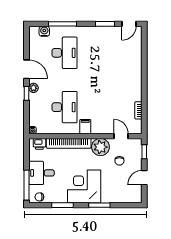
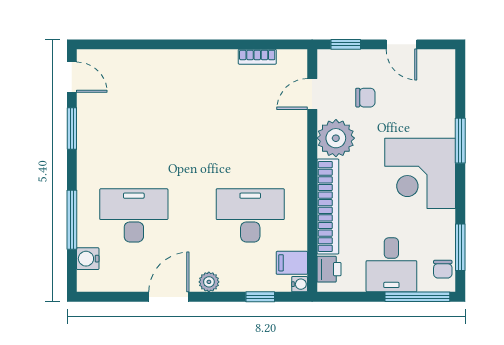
window: (26, 93) -> (260, 297), moved
filing cabinet: (85, 127) -> (292, 263), moved
window: (62, 205) -> (460, 247), moved

